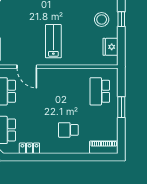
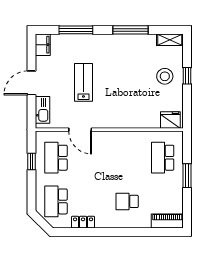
lab bench: (53, 41) -> (83, 82), moved
fridge: (110, 47) -> (170, 120), moved, turned 90

